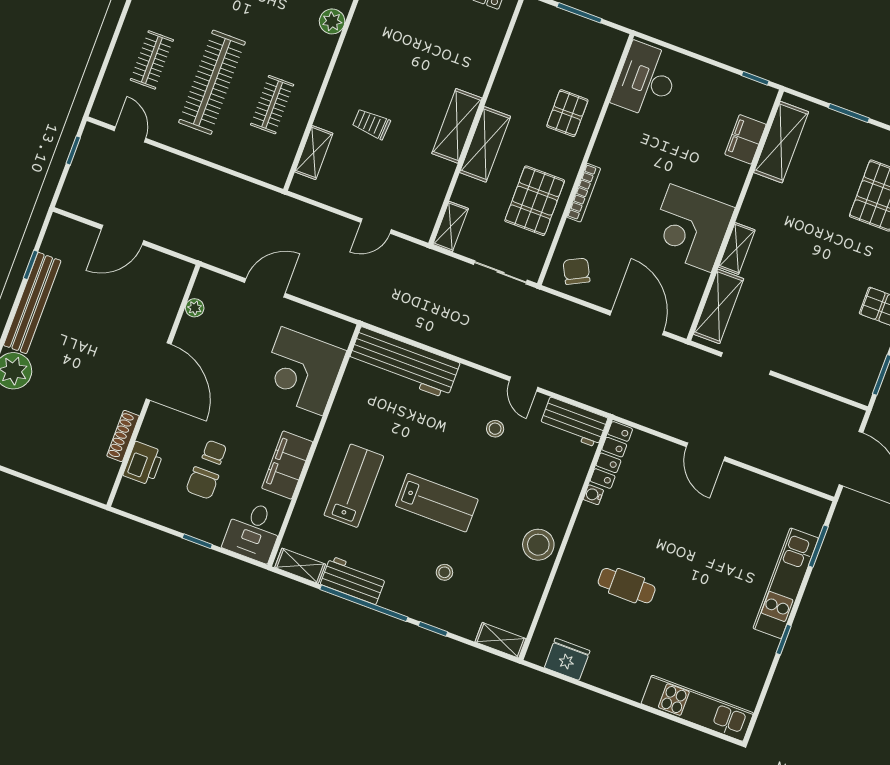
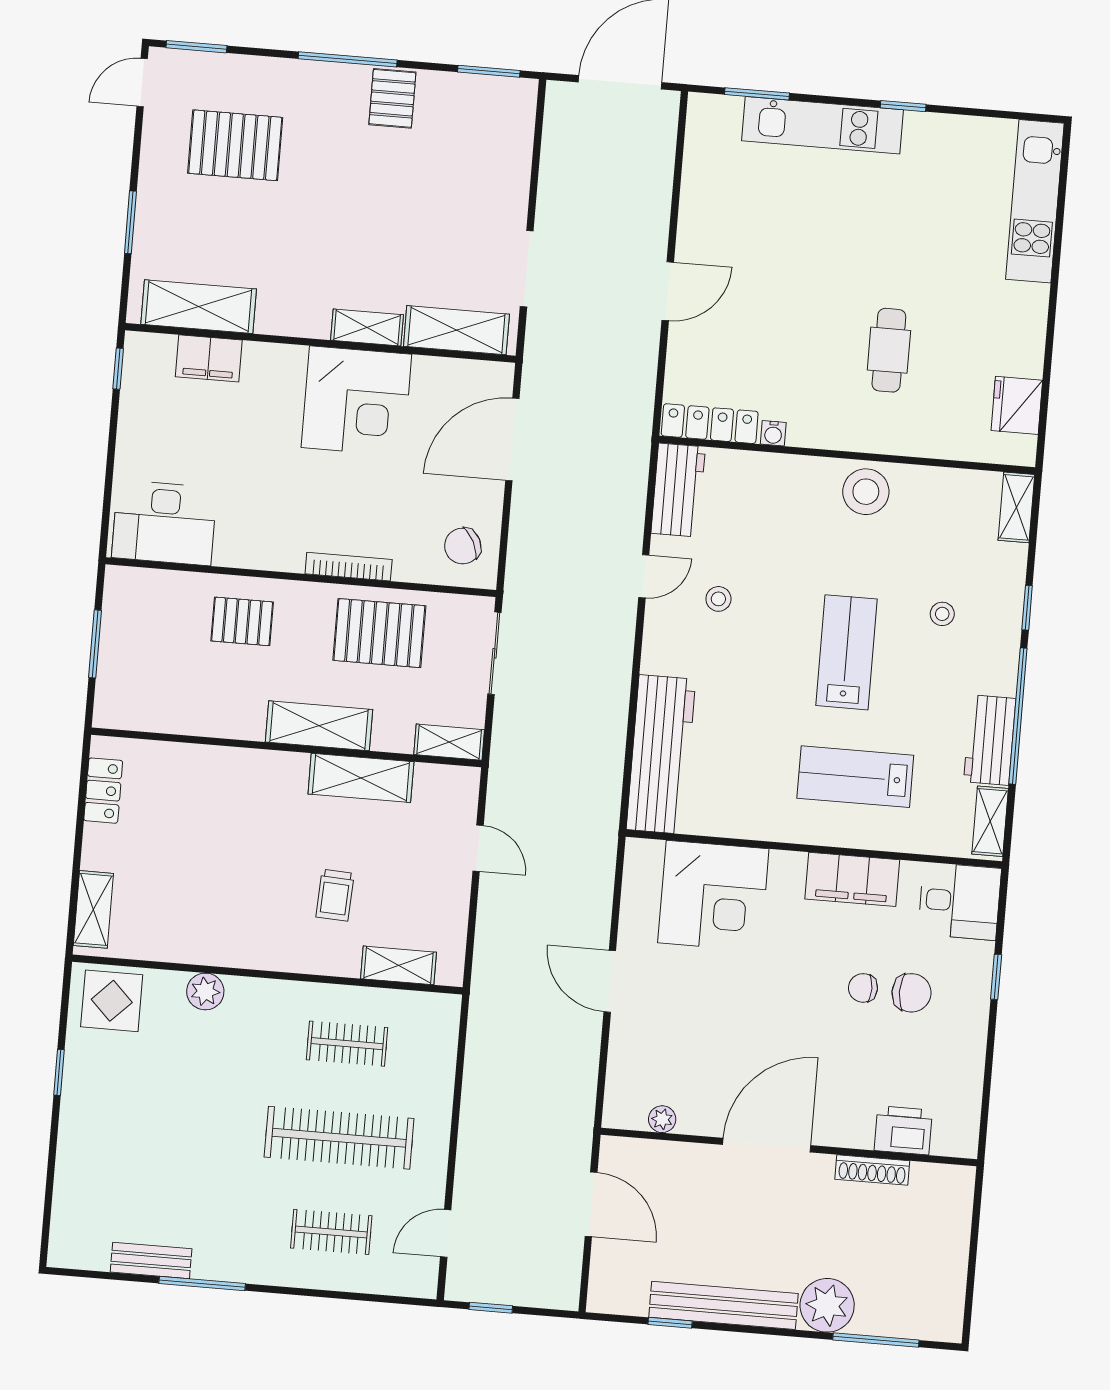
shelving: (457, 126) -> (361, 778), moved
plant: (195, 308) -> (662, 1119), moved
door: (159, 371) -> (767, 1145), moved
wall: (153, 386) -> (789, 1147), moved
shoe rack: (123, 436) -> (872, 1170), moved
printer: (143, 463) -> (903, 1130), moved

